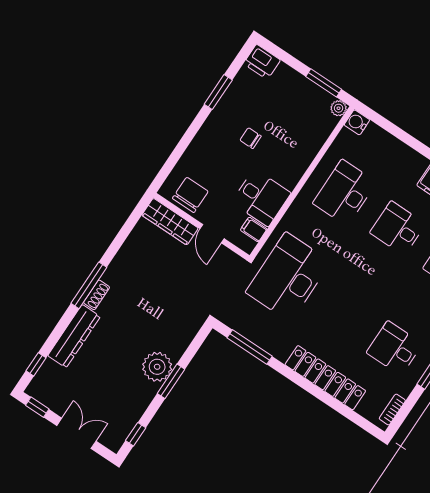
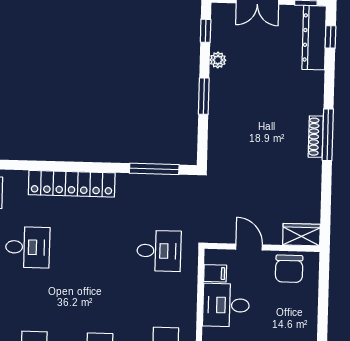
wardrobe: (170, 222) -> (301, 235), width x0.67
desk: (288, 277) -> (159, 251), width x0.53, depth x0.77
shoe rack: (97, 295) -> (316, 137), width x1.43
dresser: (74, 336) -> (314, 38), moved
plant: (157, 367) -> (218, 60), moved, width x0.53, depth x0.53

